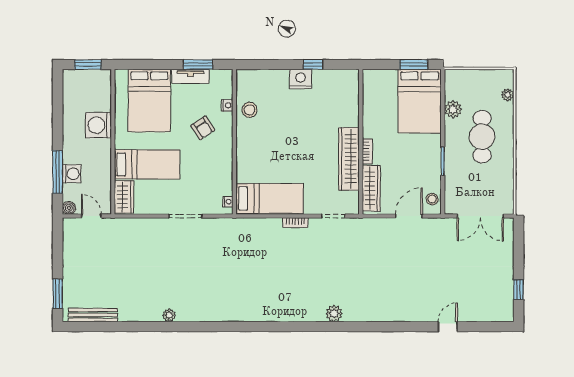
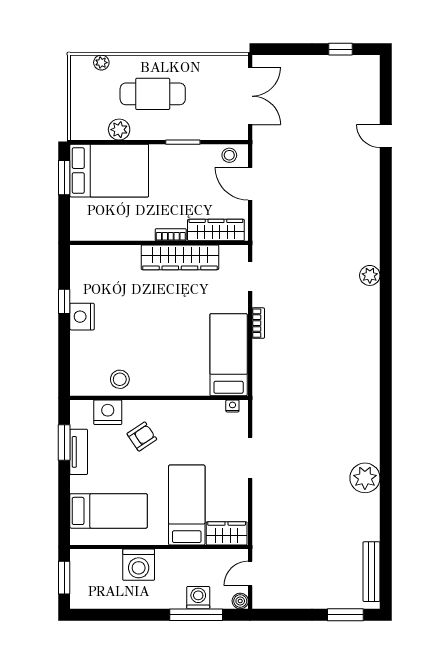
bed: (149, 101) -> (108, 511), width x0.67
nightstand: (227, 105) -> (108, 412), width x1.89, depth x1.79
plant: (169, 315) -> (365, 478), width x1.88, depth x1.88

